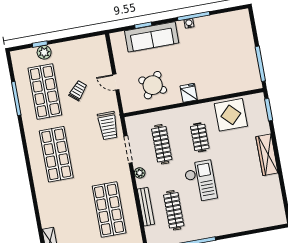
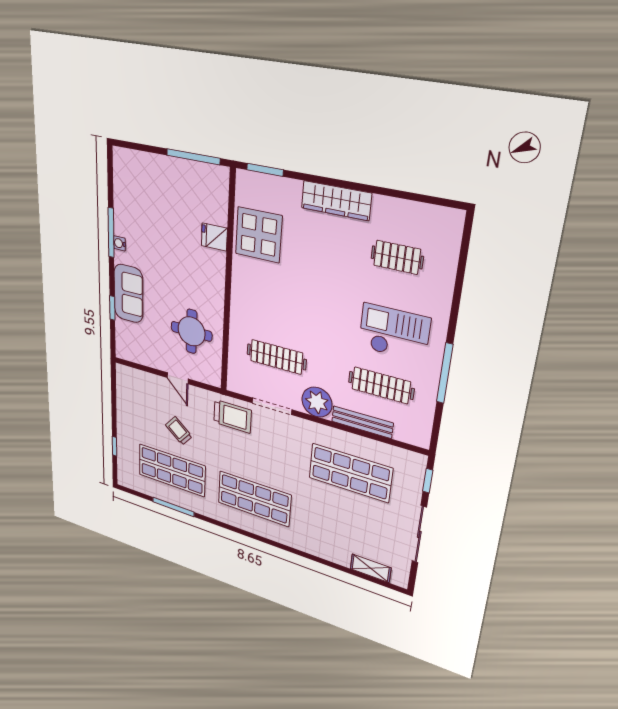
sofa: (152, 37) -> (128, 294), width x0.73
plant: (44, 52) -> (125, 446), removed
door: (116, 82) -> (178, 378), hinge flipped
round table: (153, 85) -> (192, 331), turned -35
fridge: (189, 93) -> (214, 237), moved
clothes rail: (200, 137) -> (397, 257), moved
plant: (140, 173) -> (317, 402), width x1.88, depth x1.88
checkout: (200, 181) -> (394, 333), moved

